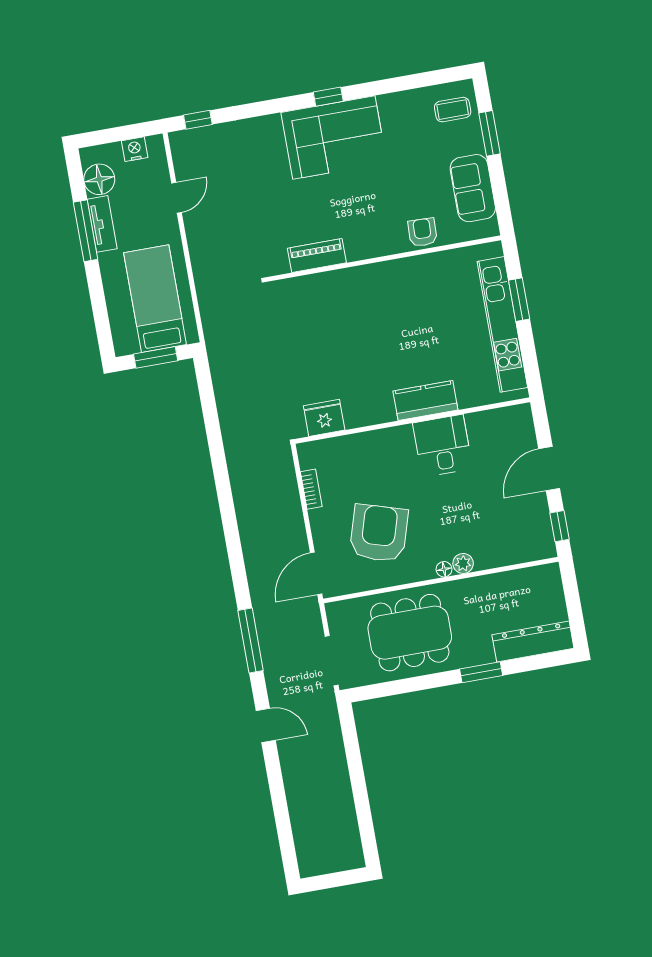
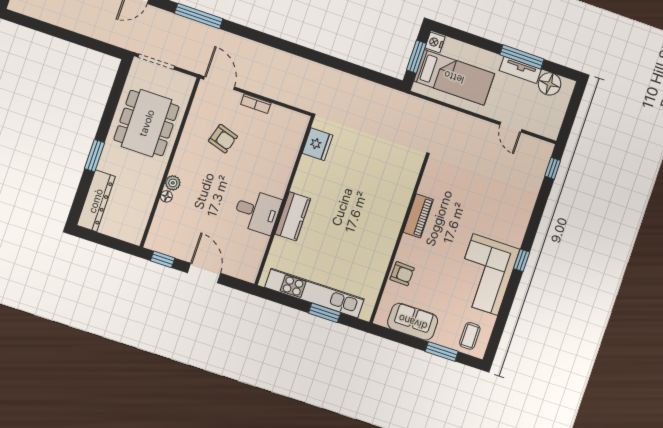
corner sofa: (334, 137) -> (485, 275), moved
nightstand: (135, 149) -> (435, 42), moved, turned 180
piano: (317, 256) -> (418, 216), moved
bookcase: (311, 489) -> (256, 104), moved
armchair: (379, 533) -> (223, 139), width x0.53, depth x0.53
floor lamp: (444, 569) -> (166, 196), moved

